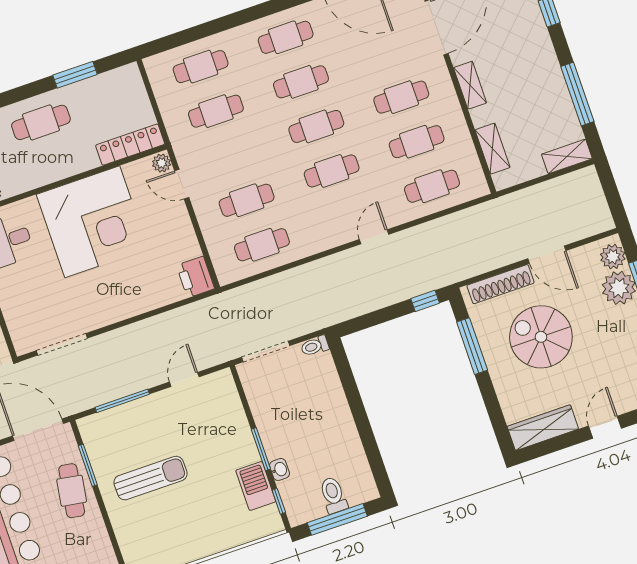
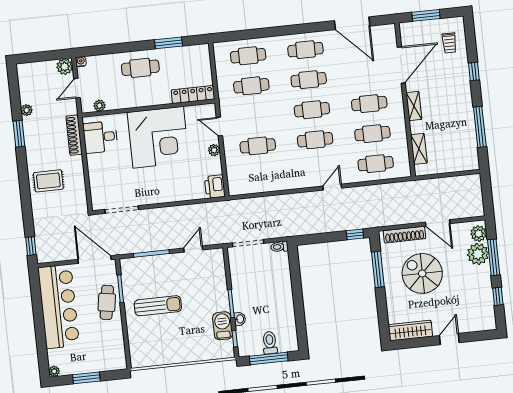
shelving: (567, 156) -> (464, 164), removed
plant: (162, 163) -> (214, 150), moved
cafe table: (262, 245) -> (261, 176), removed

